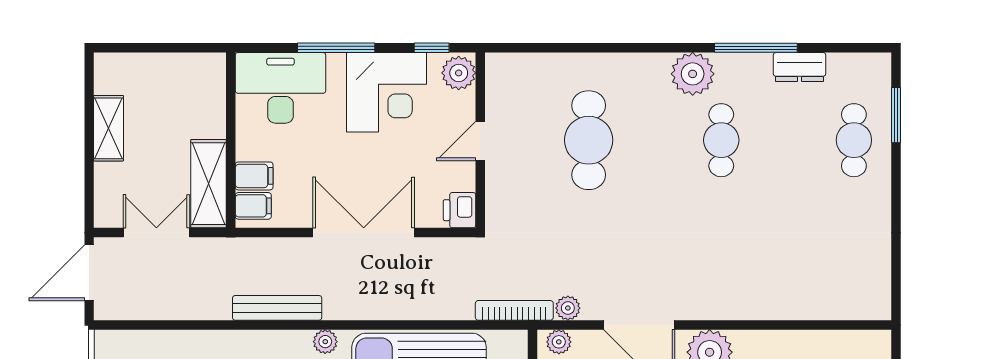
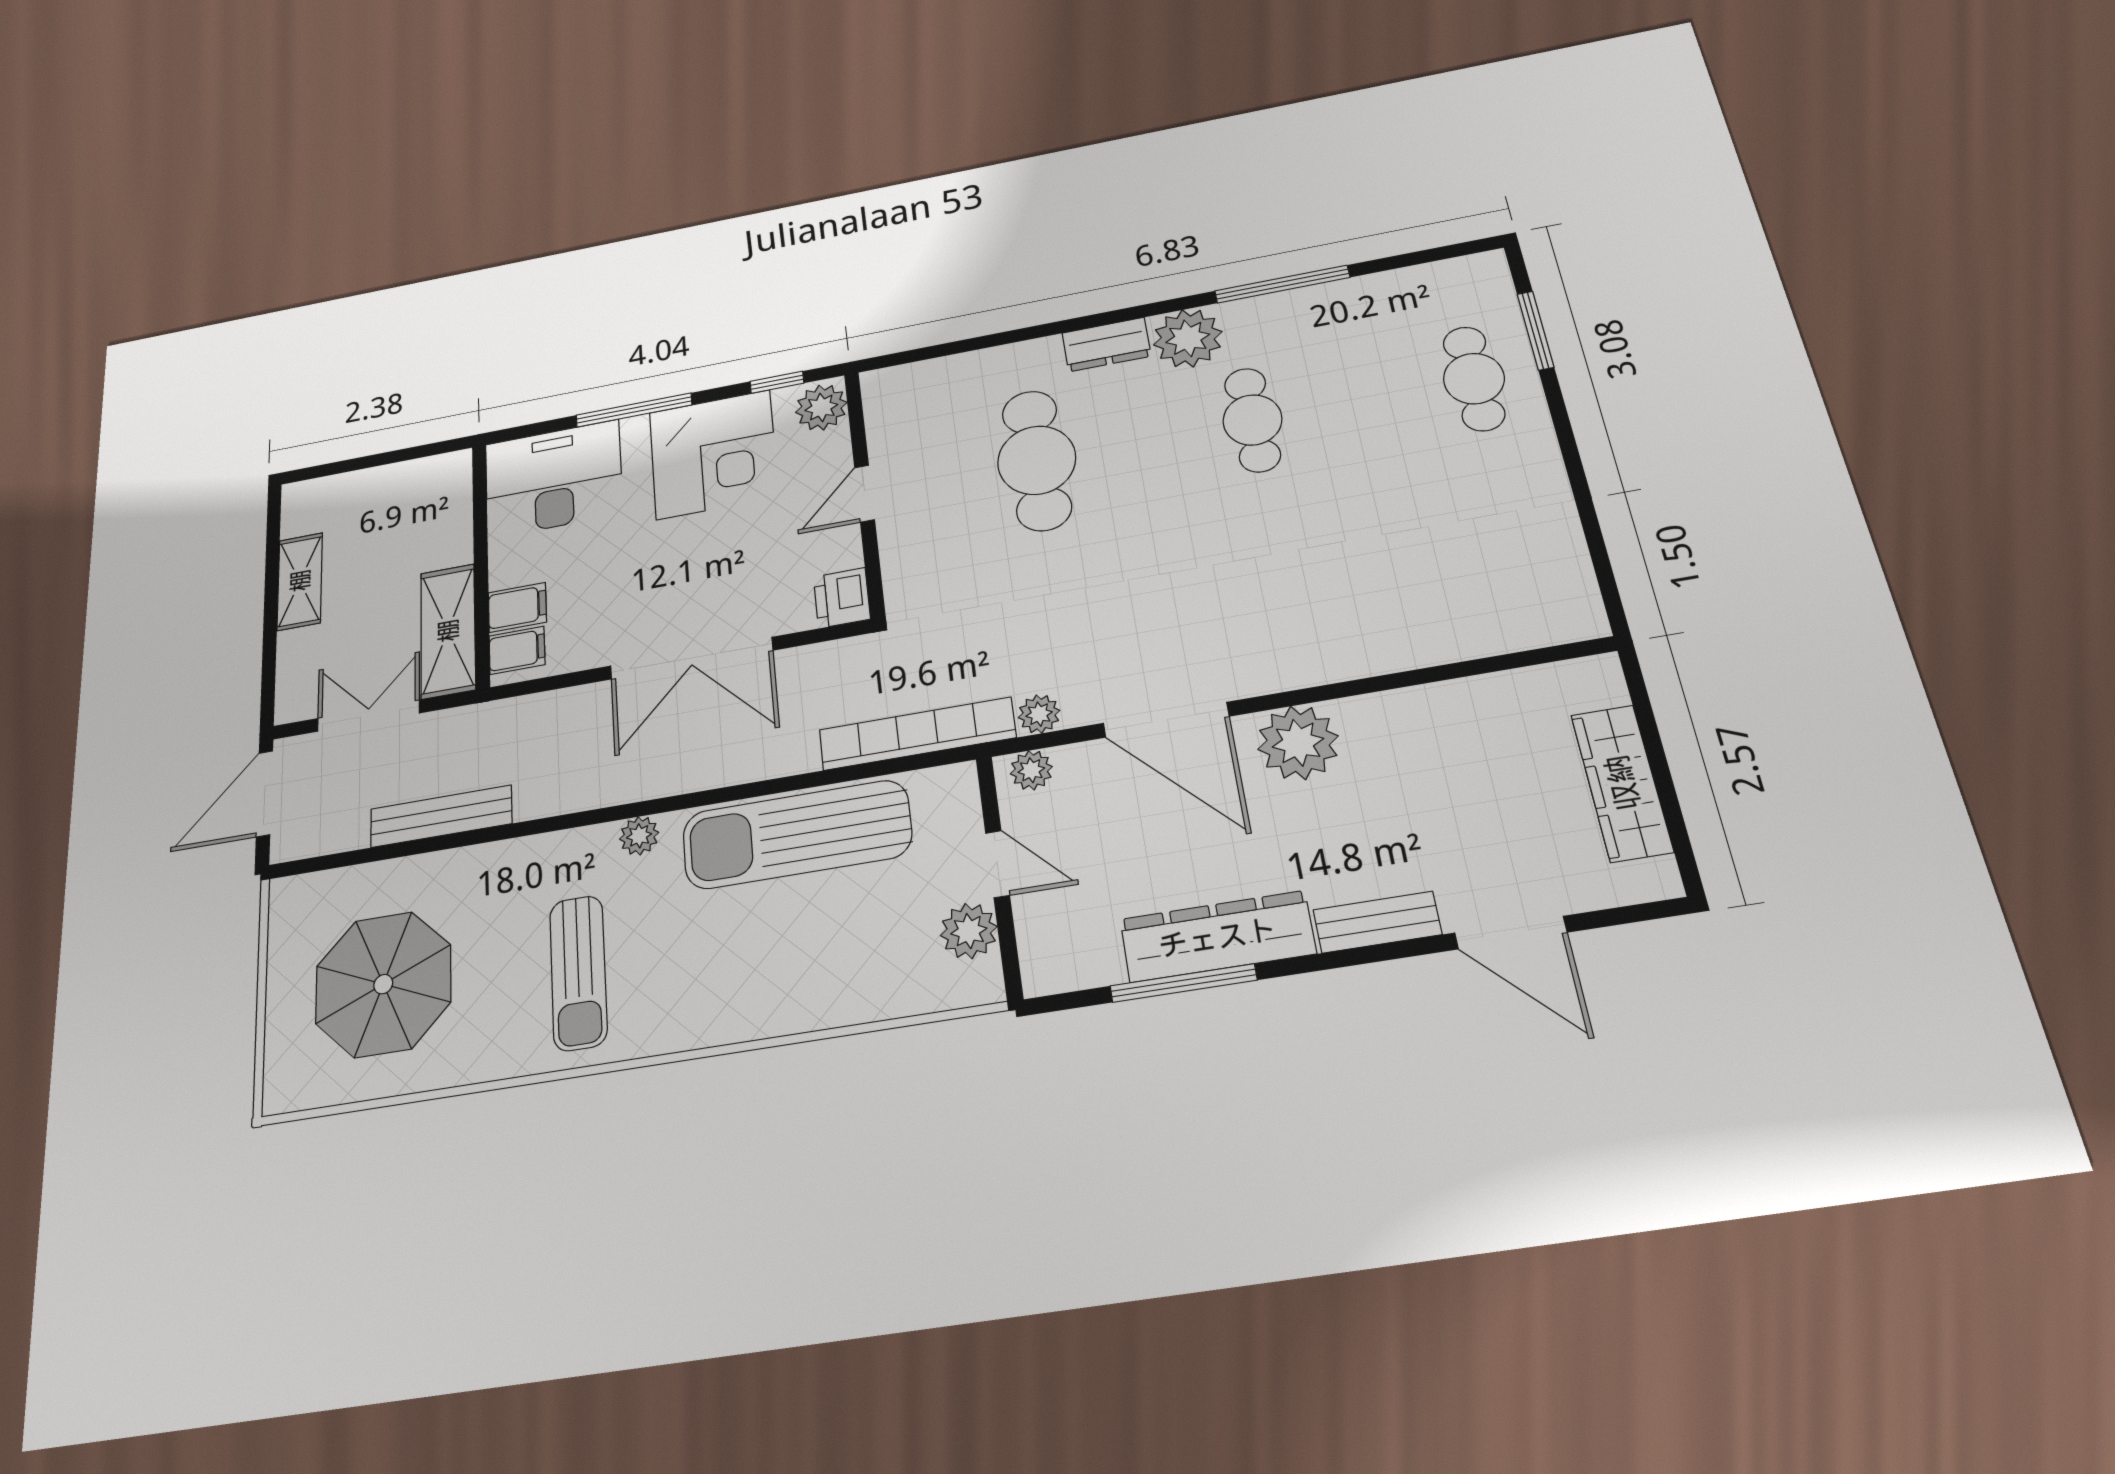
dresser: (799, 67) -> (1106, 345), moved
double door: (364, 233) -> (691, 658), swing flipped
bench: (277, 308) -> (441, 816), moved
bookcase: (514, 310) -> (917, 734), width x1.48, depth x1.31

